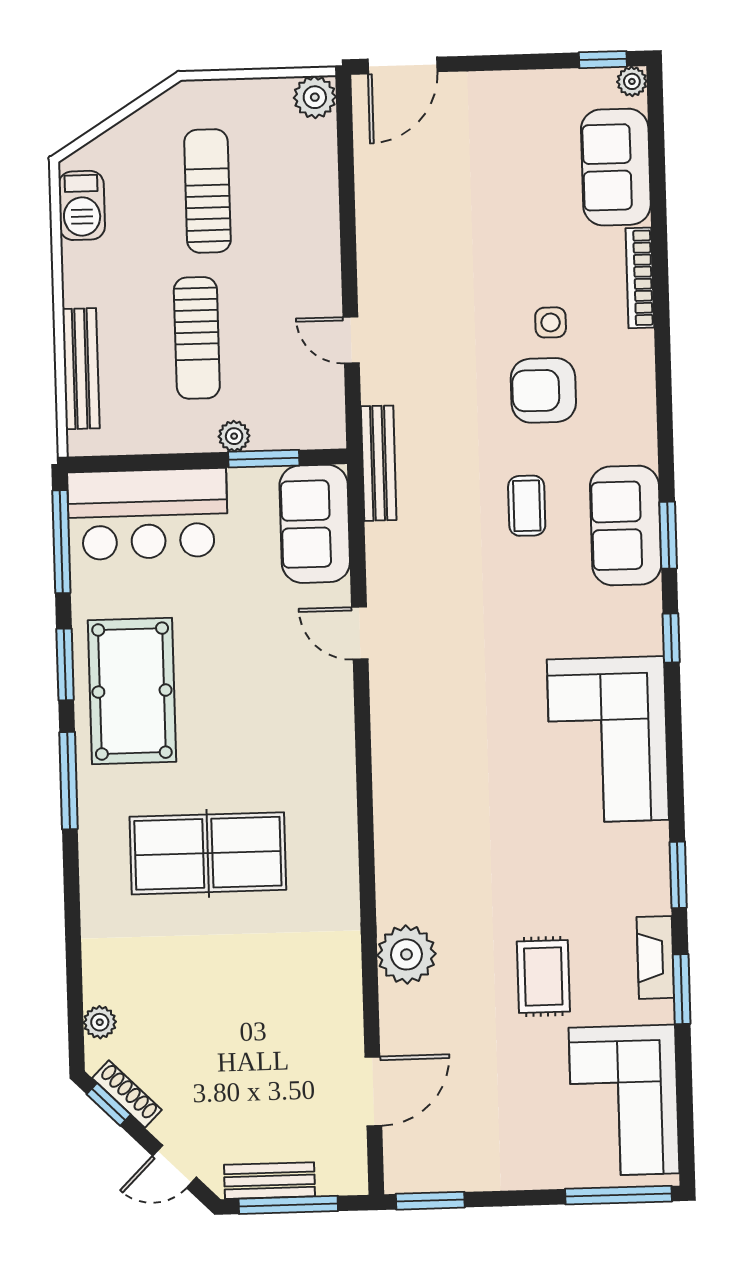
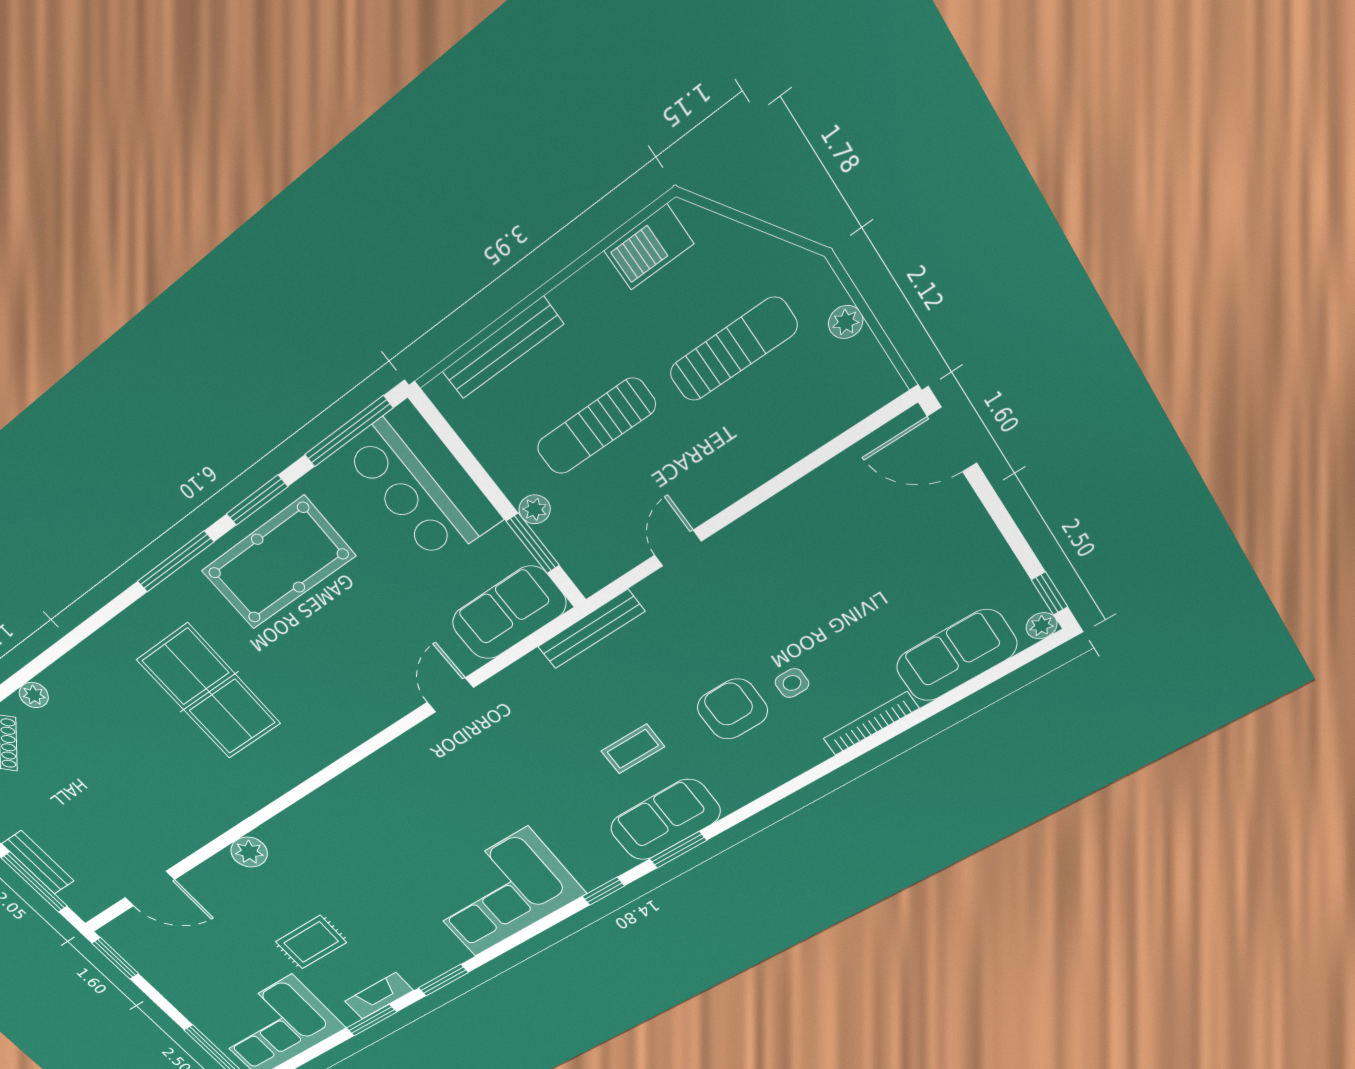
plant: (315, 97) -> (846, 322), moved, width x0.73, depth x0.73
plant: (406, 954) -> (249, 852), width x0.73, depth x0.73

